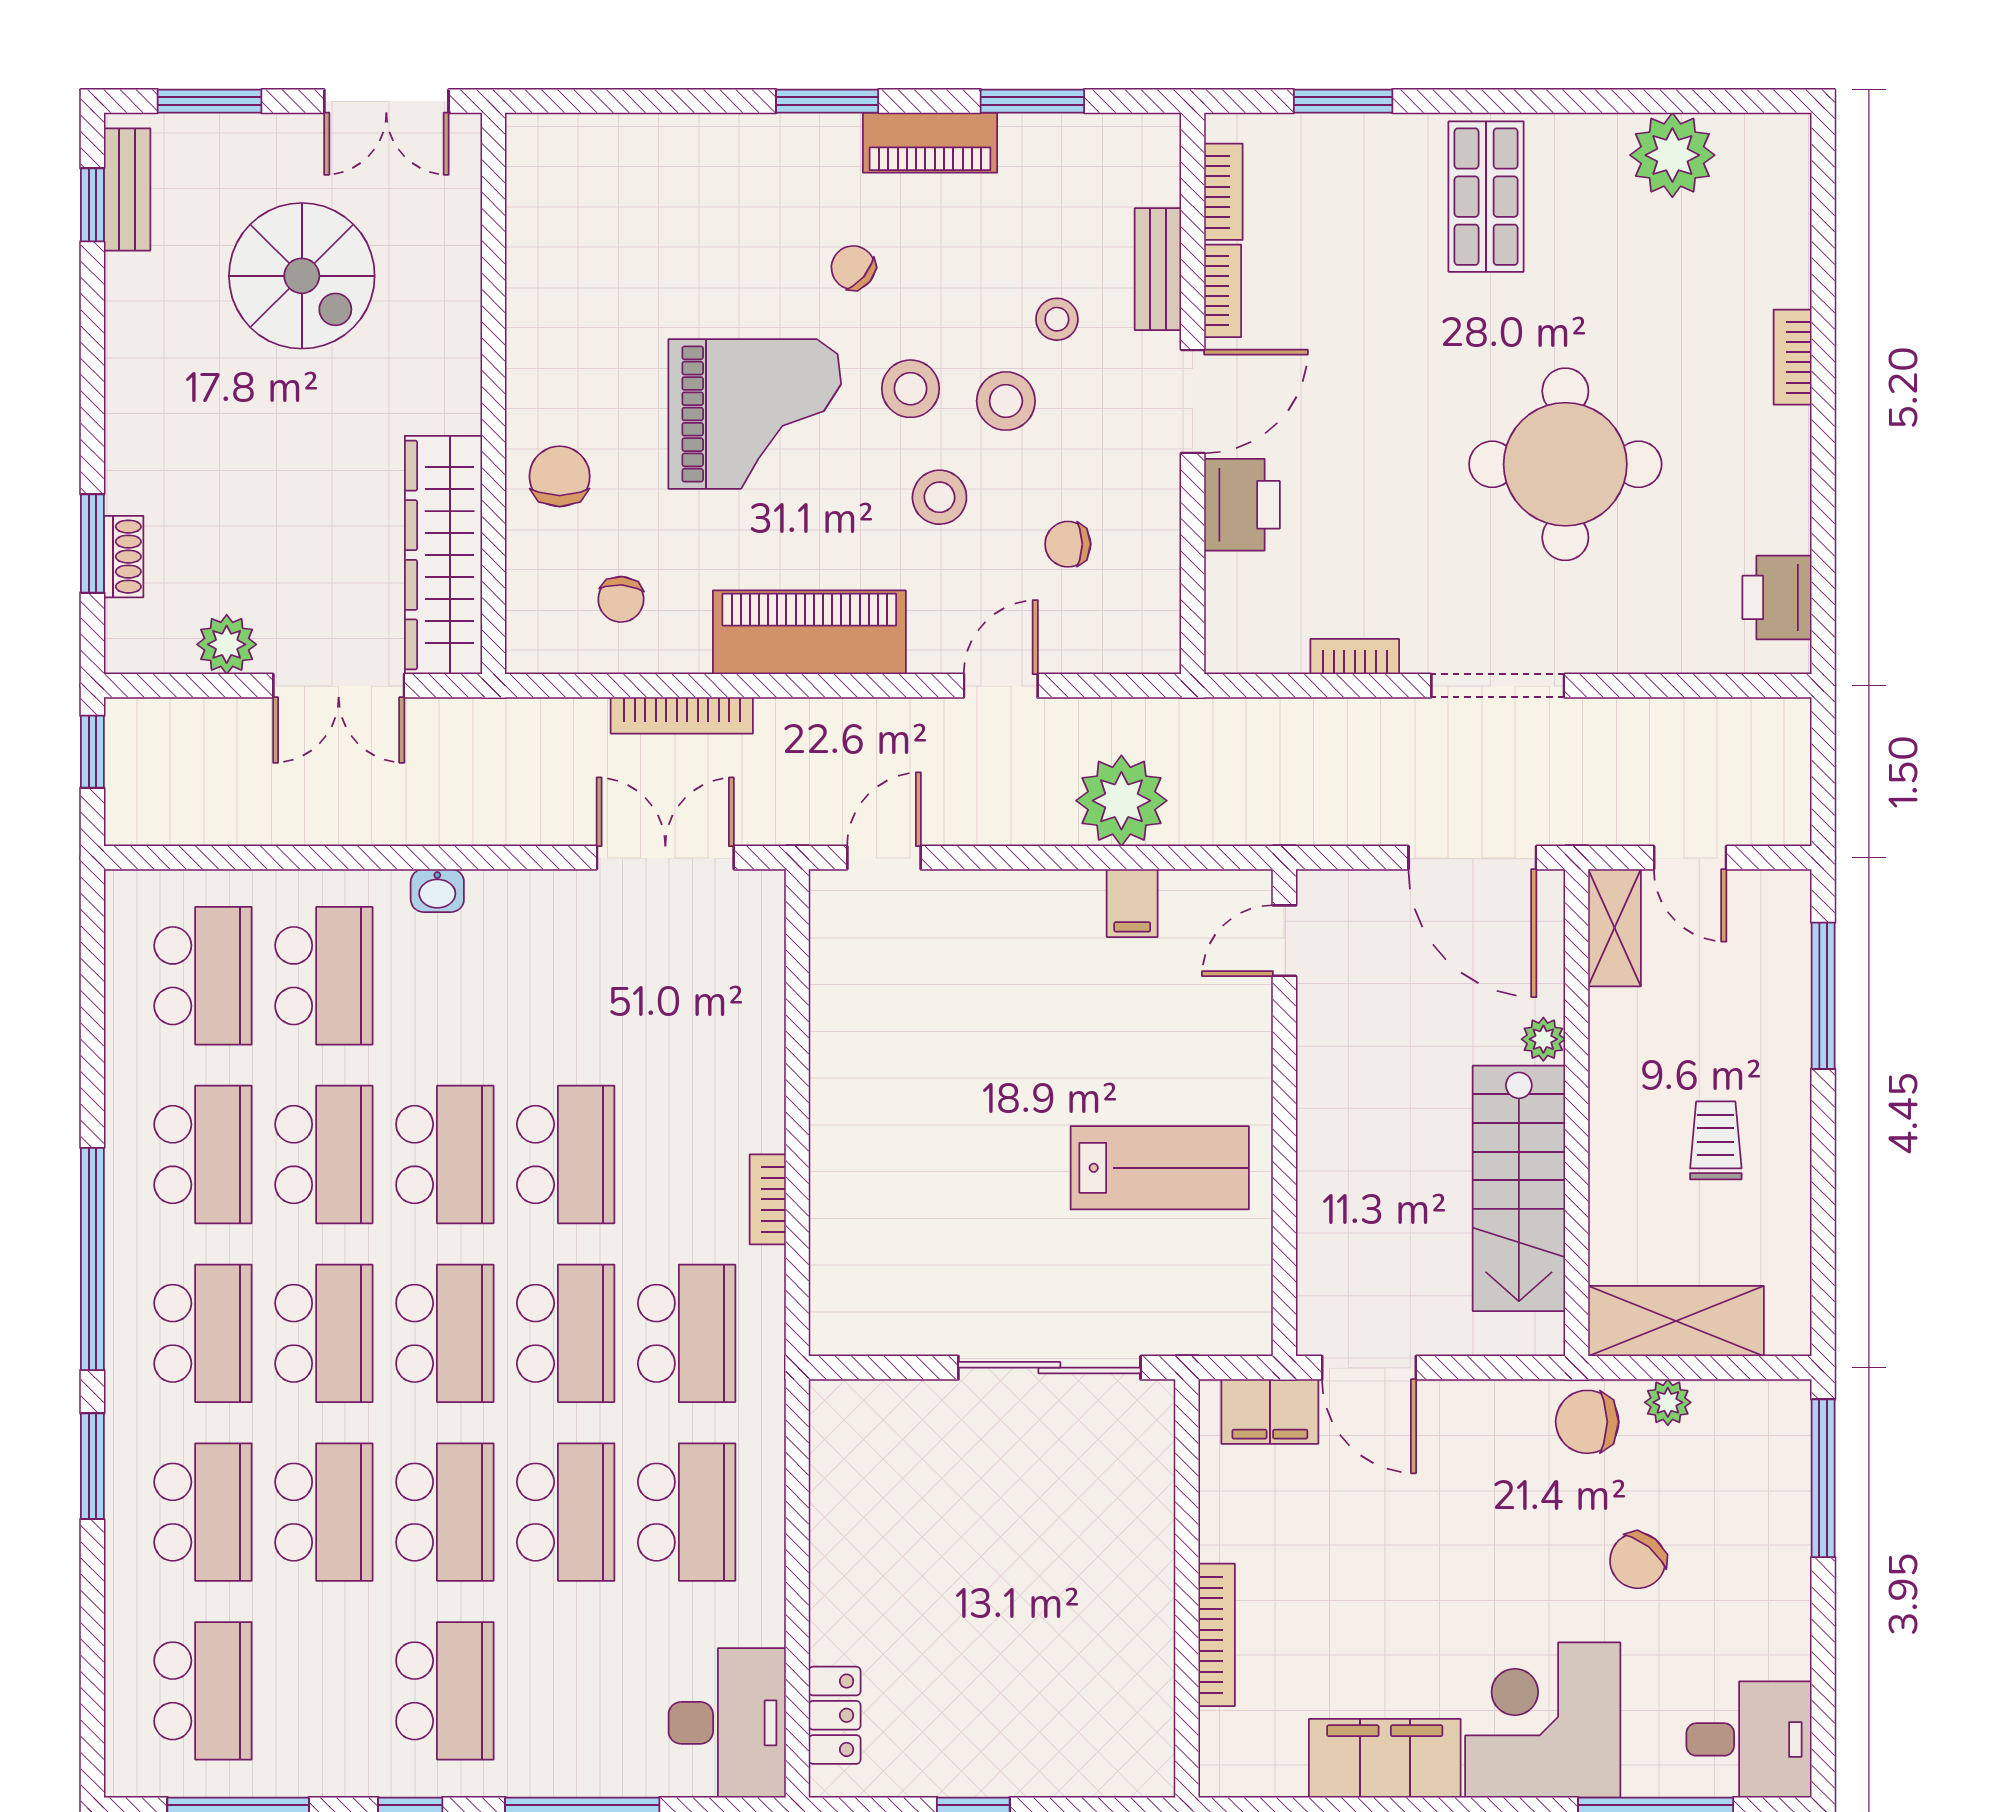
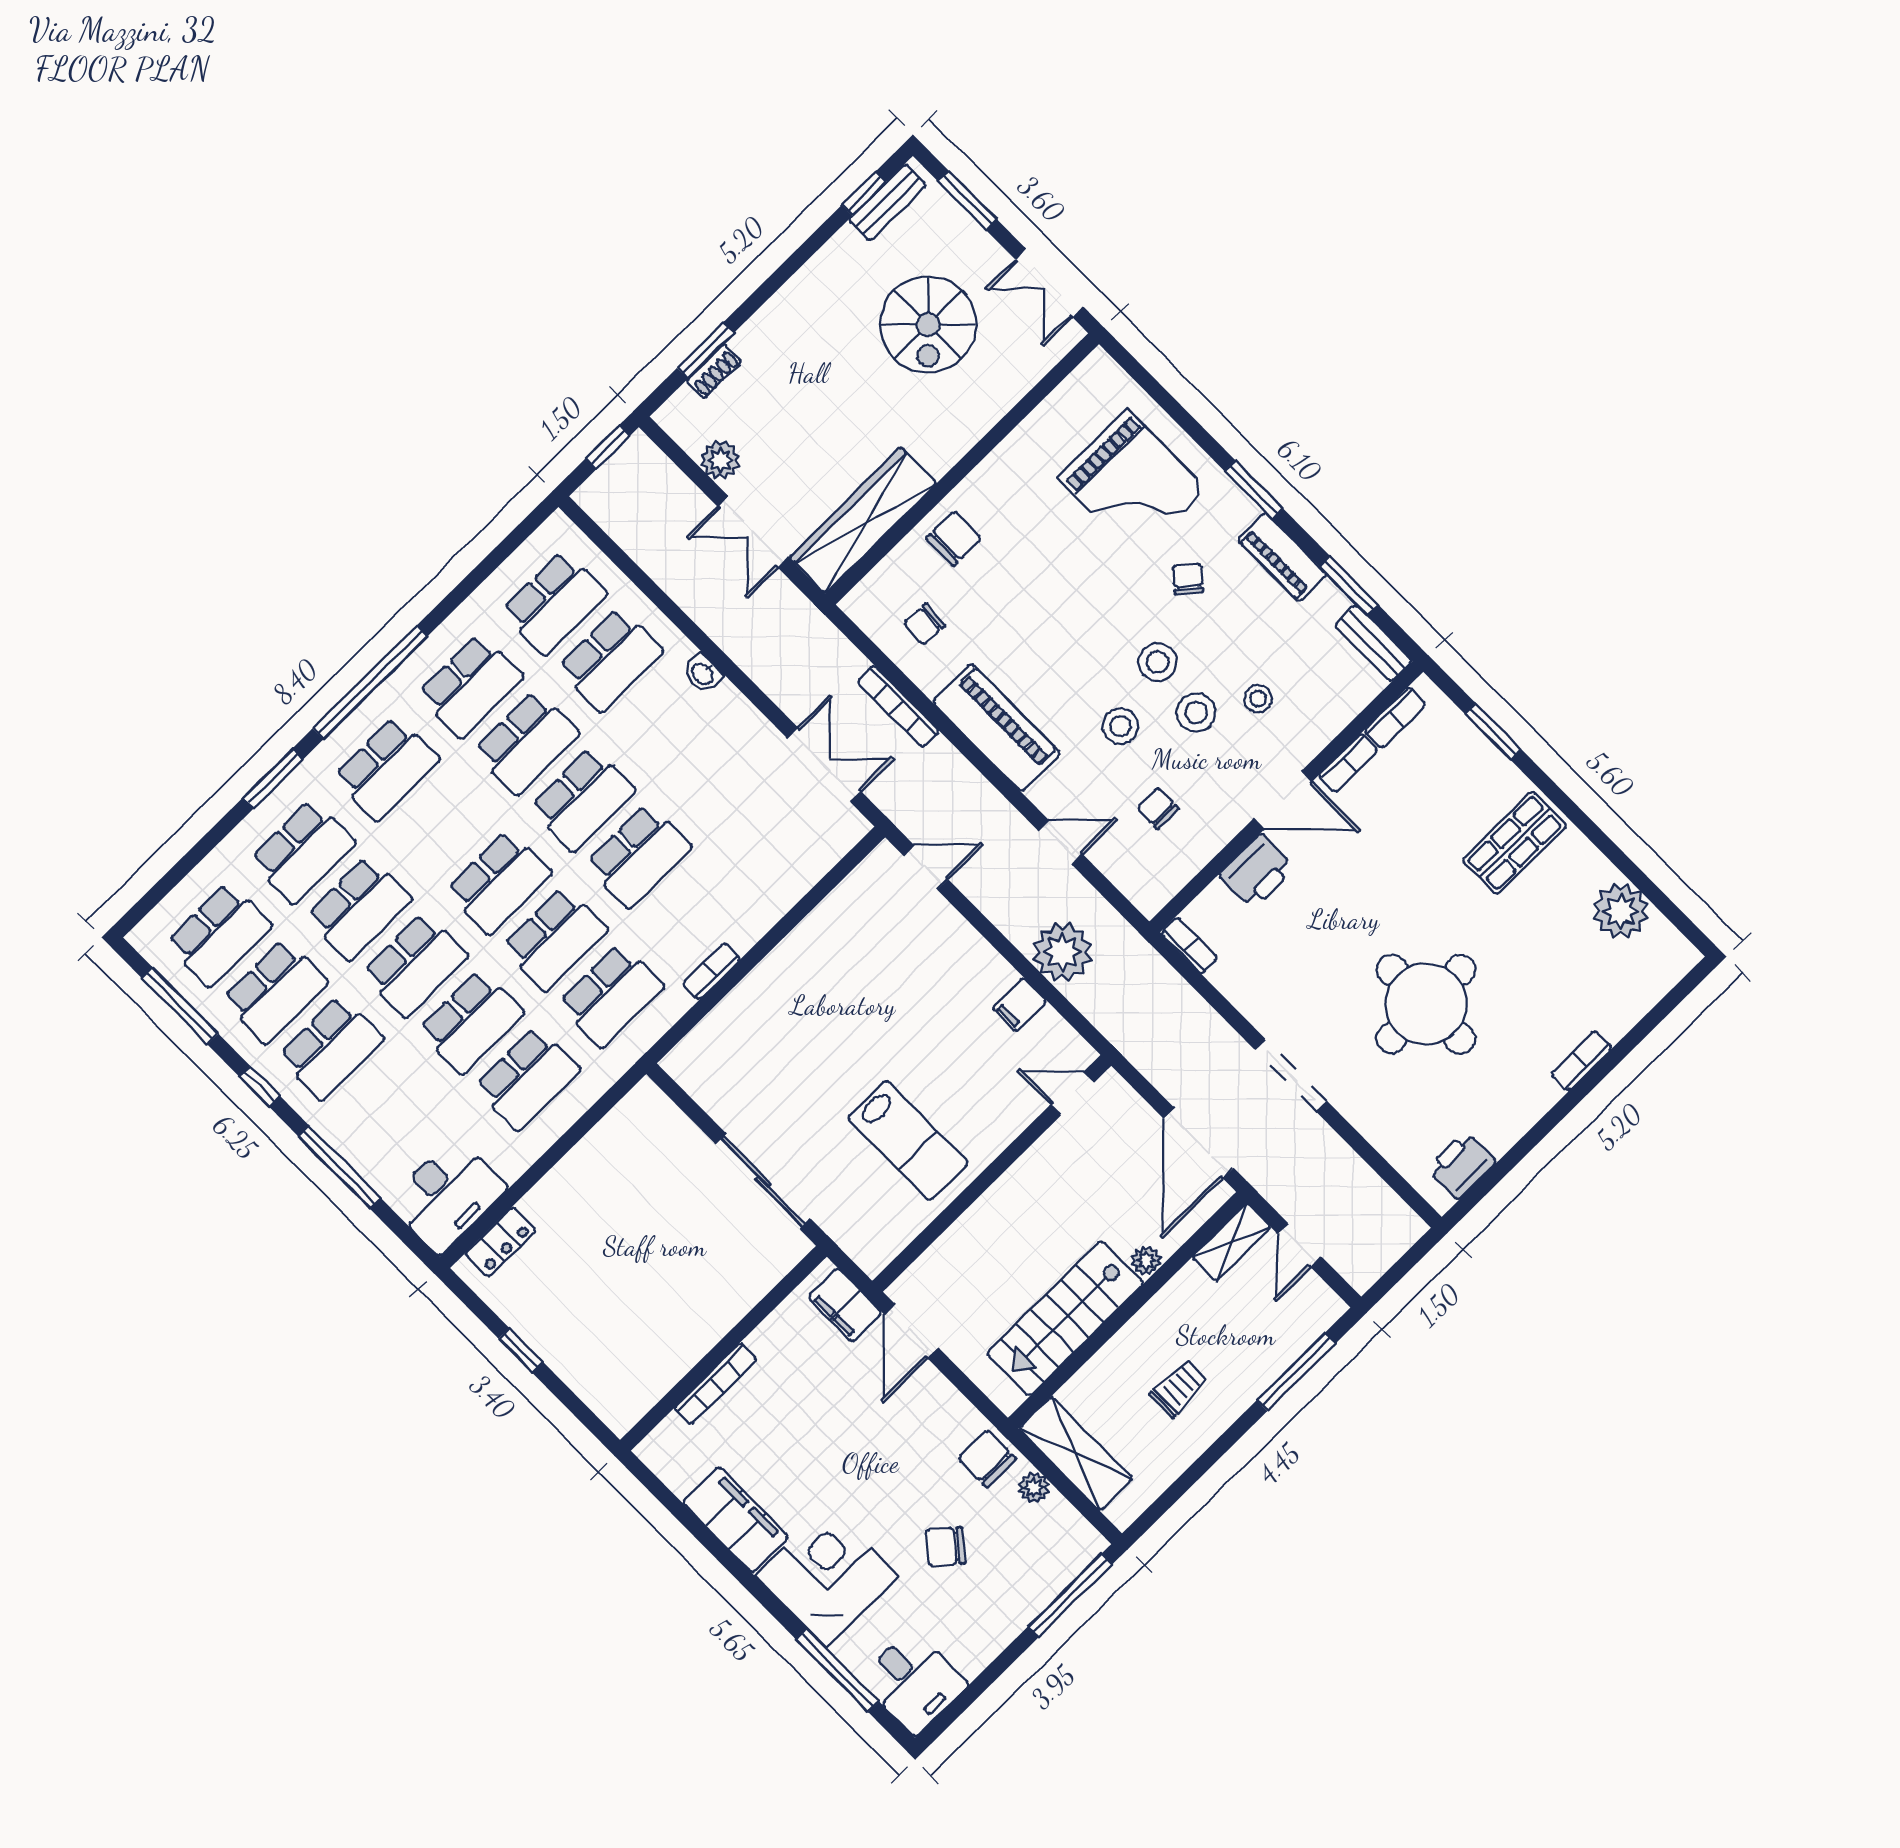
bench: (1158, 269) -> (1373, 643), moved, turned 90
grand piano: (755, 414) -> (1132, 483), moved
bookcase: (1355, 657) -> (1190, 946), moved
school desk: (324, 1333) -> (275, 991), moved

